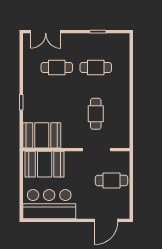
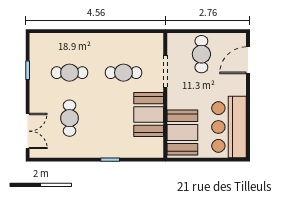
cafe table: (96, 68) -> (69, 73), turned 90
booth: (42, 135) -> (149, 114), moved
door: (106, 220) -> (248, 60), swing flipped

